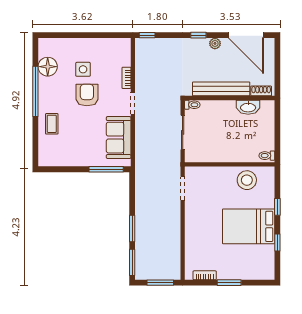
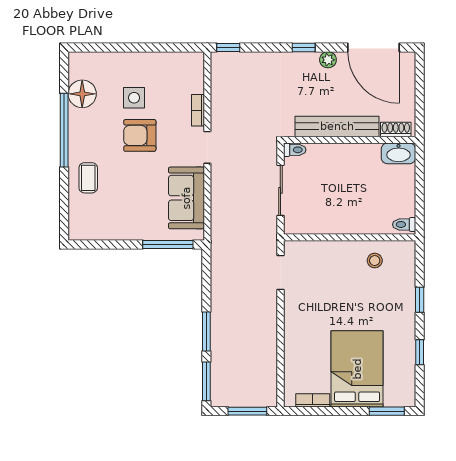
armchair: (87, 95) -> (140, 135), turned -90
washbasin: (248, 107) -> (398, 153), moved
stool: (247, 180) -> (375, 261), width x0.53, depth x0.53
bed: (249, 226) -> (357, 369), moved, turned 90
window: (229, 283) -> (387, 411), moved

